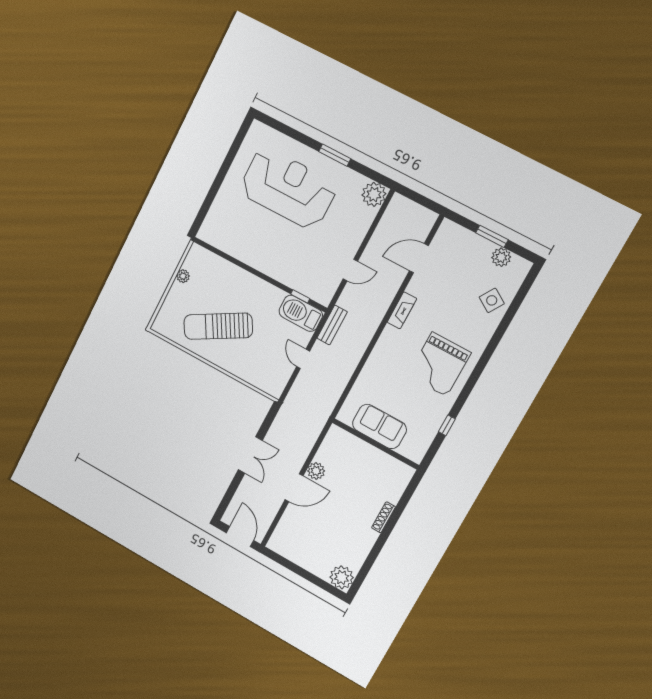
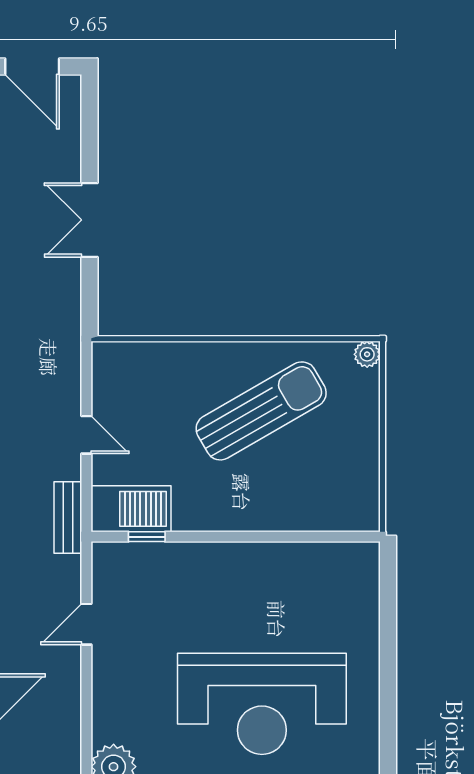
plant: (183, 276) -> (367, 354), moved

